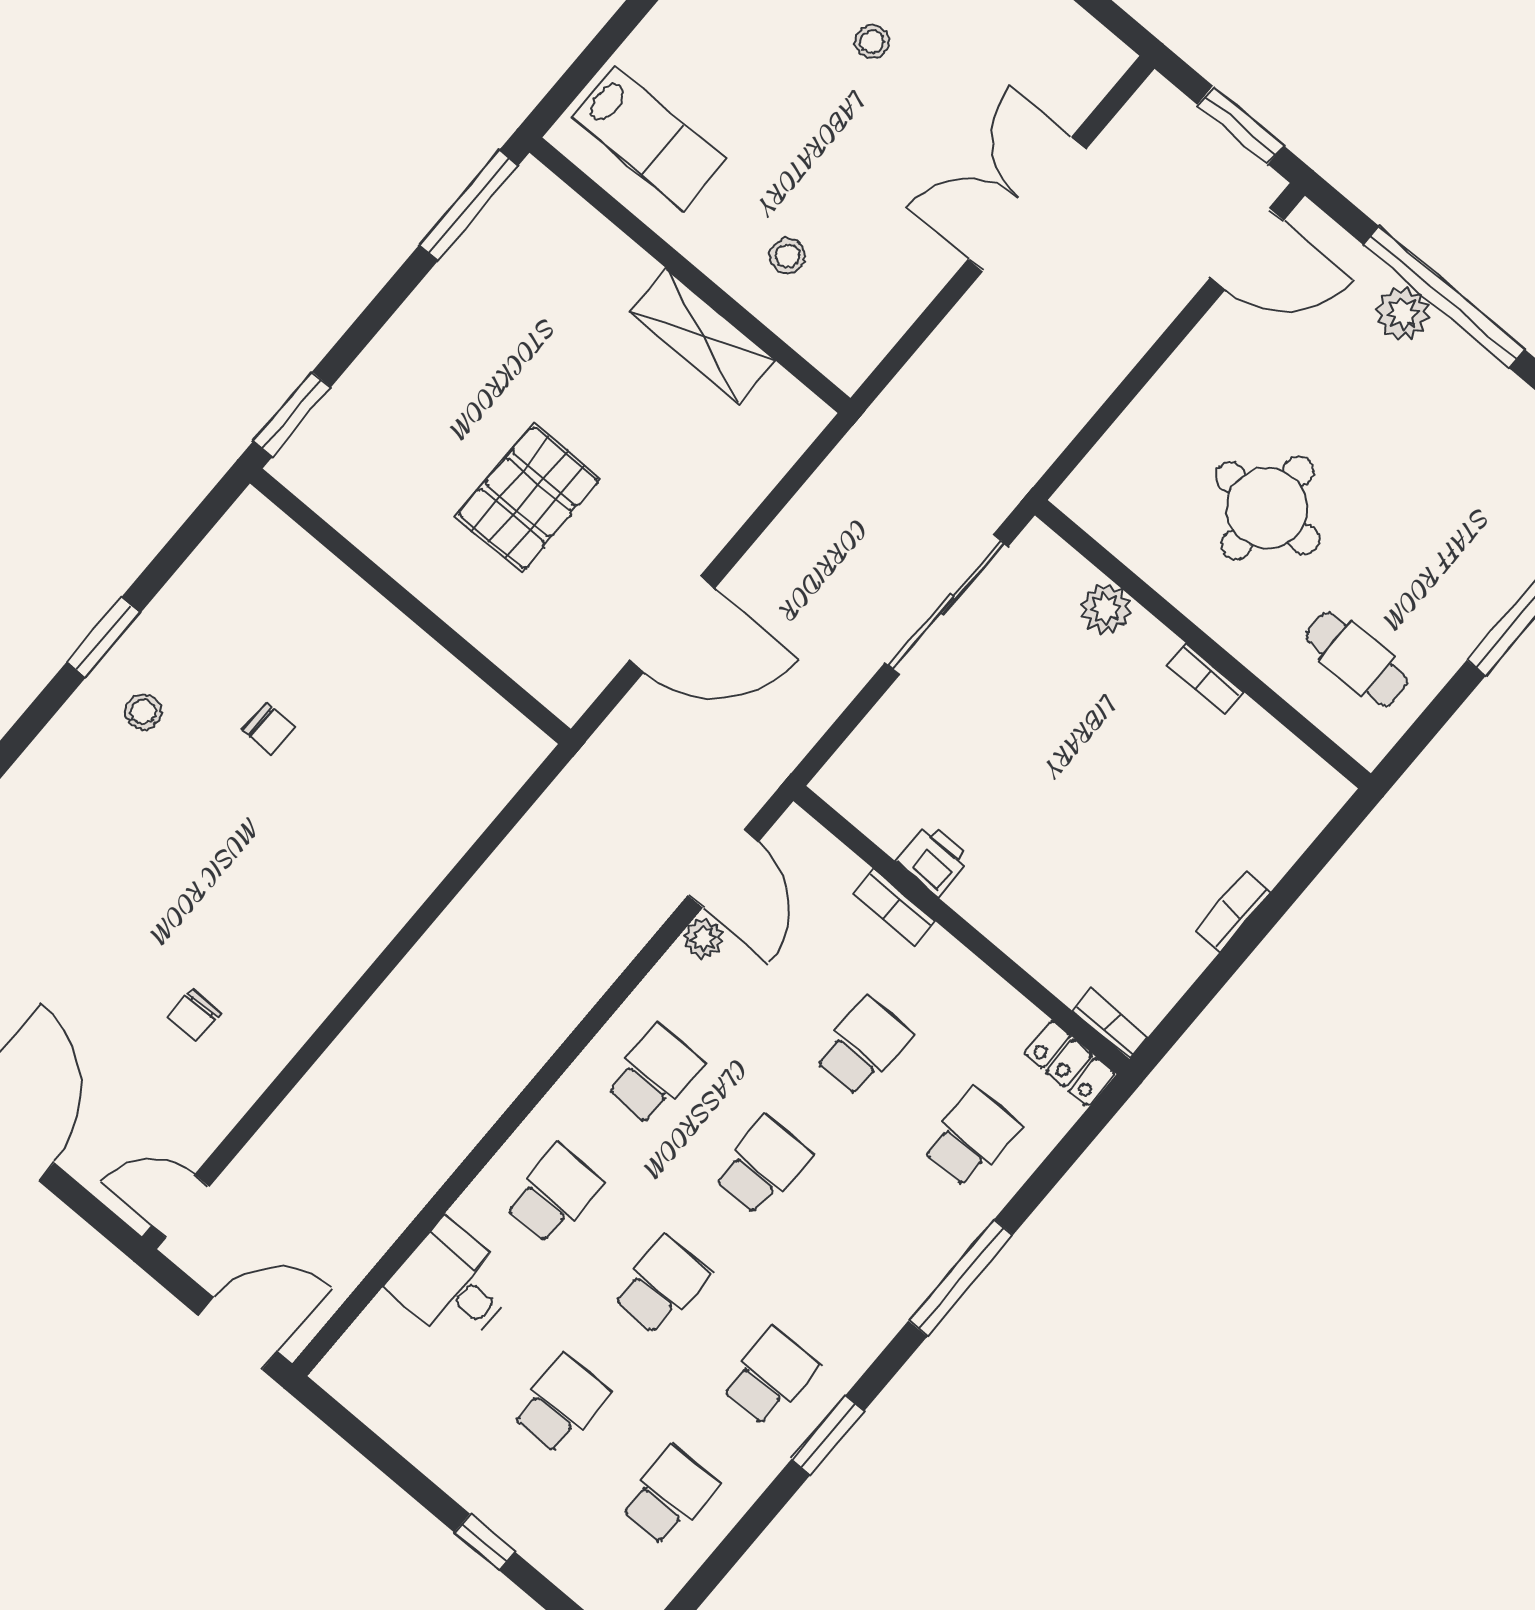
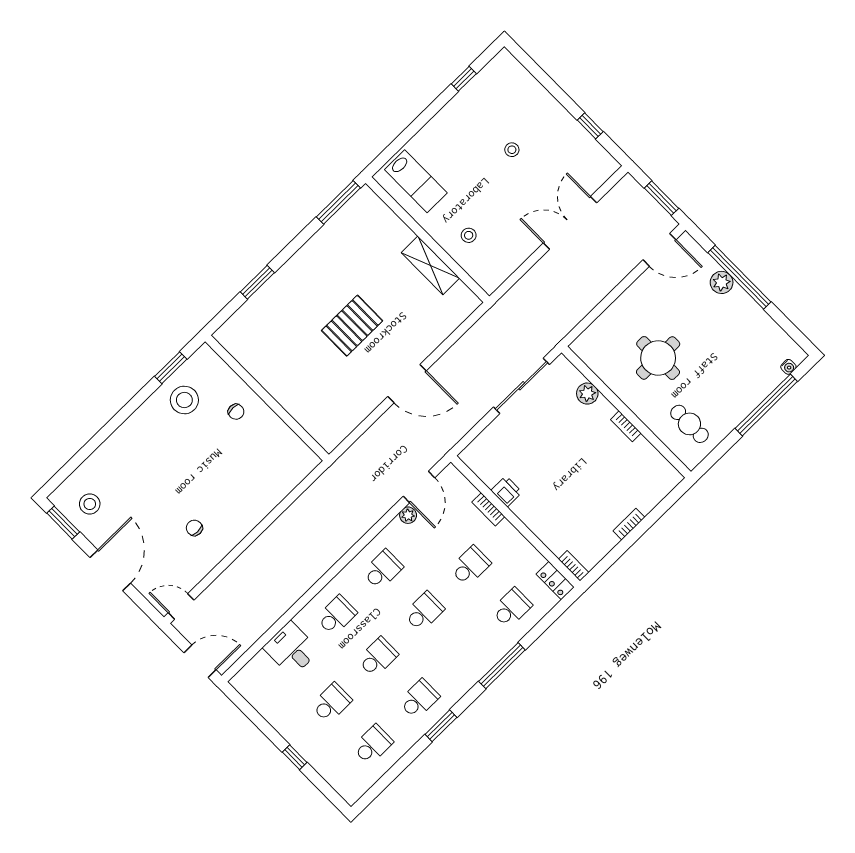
wall: (410, 606) -> (267, 398), moved
stool: (143, 712) -> (184, 400), width x1.89, depth x1.89
chair: (195, 1016) -> (194, 528), turned 90

